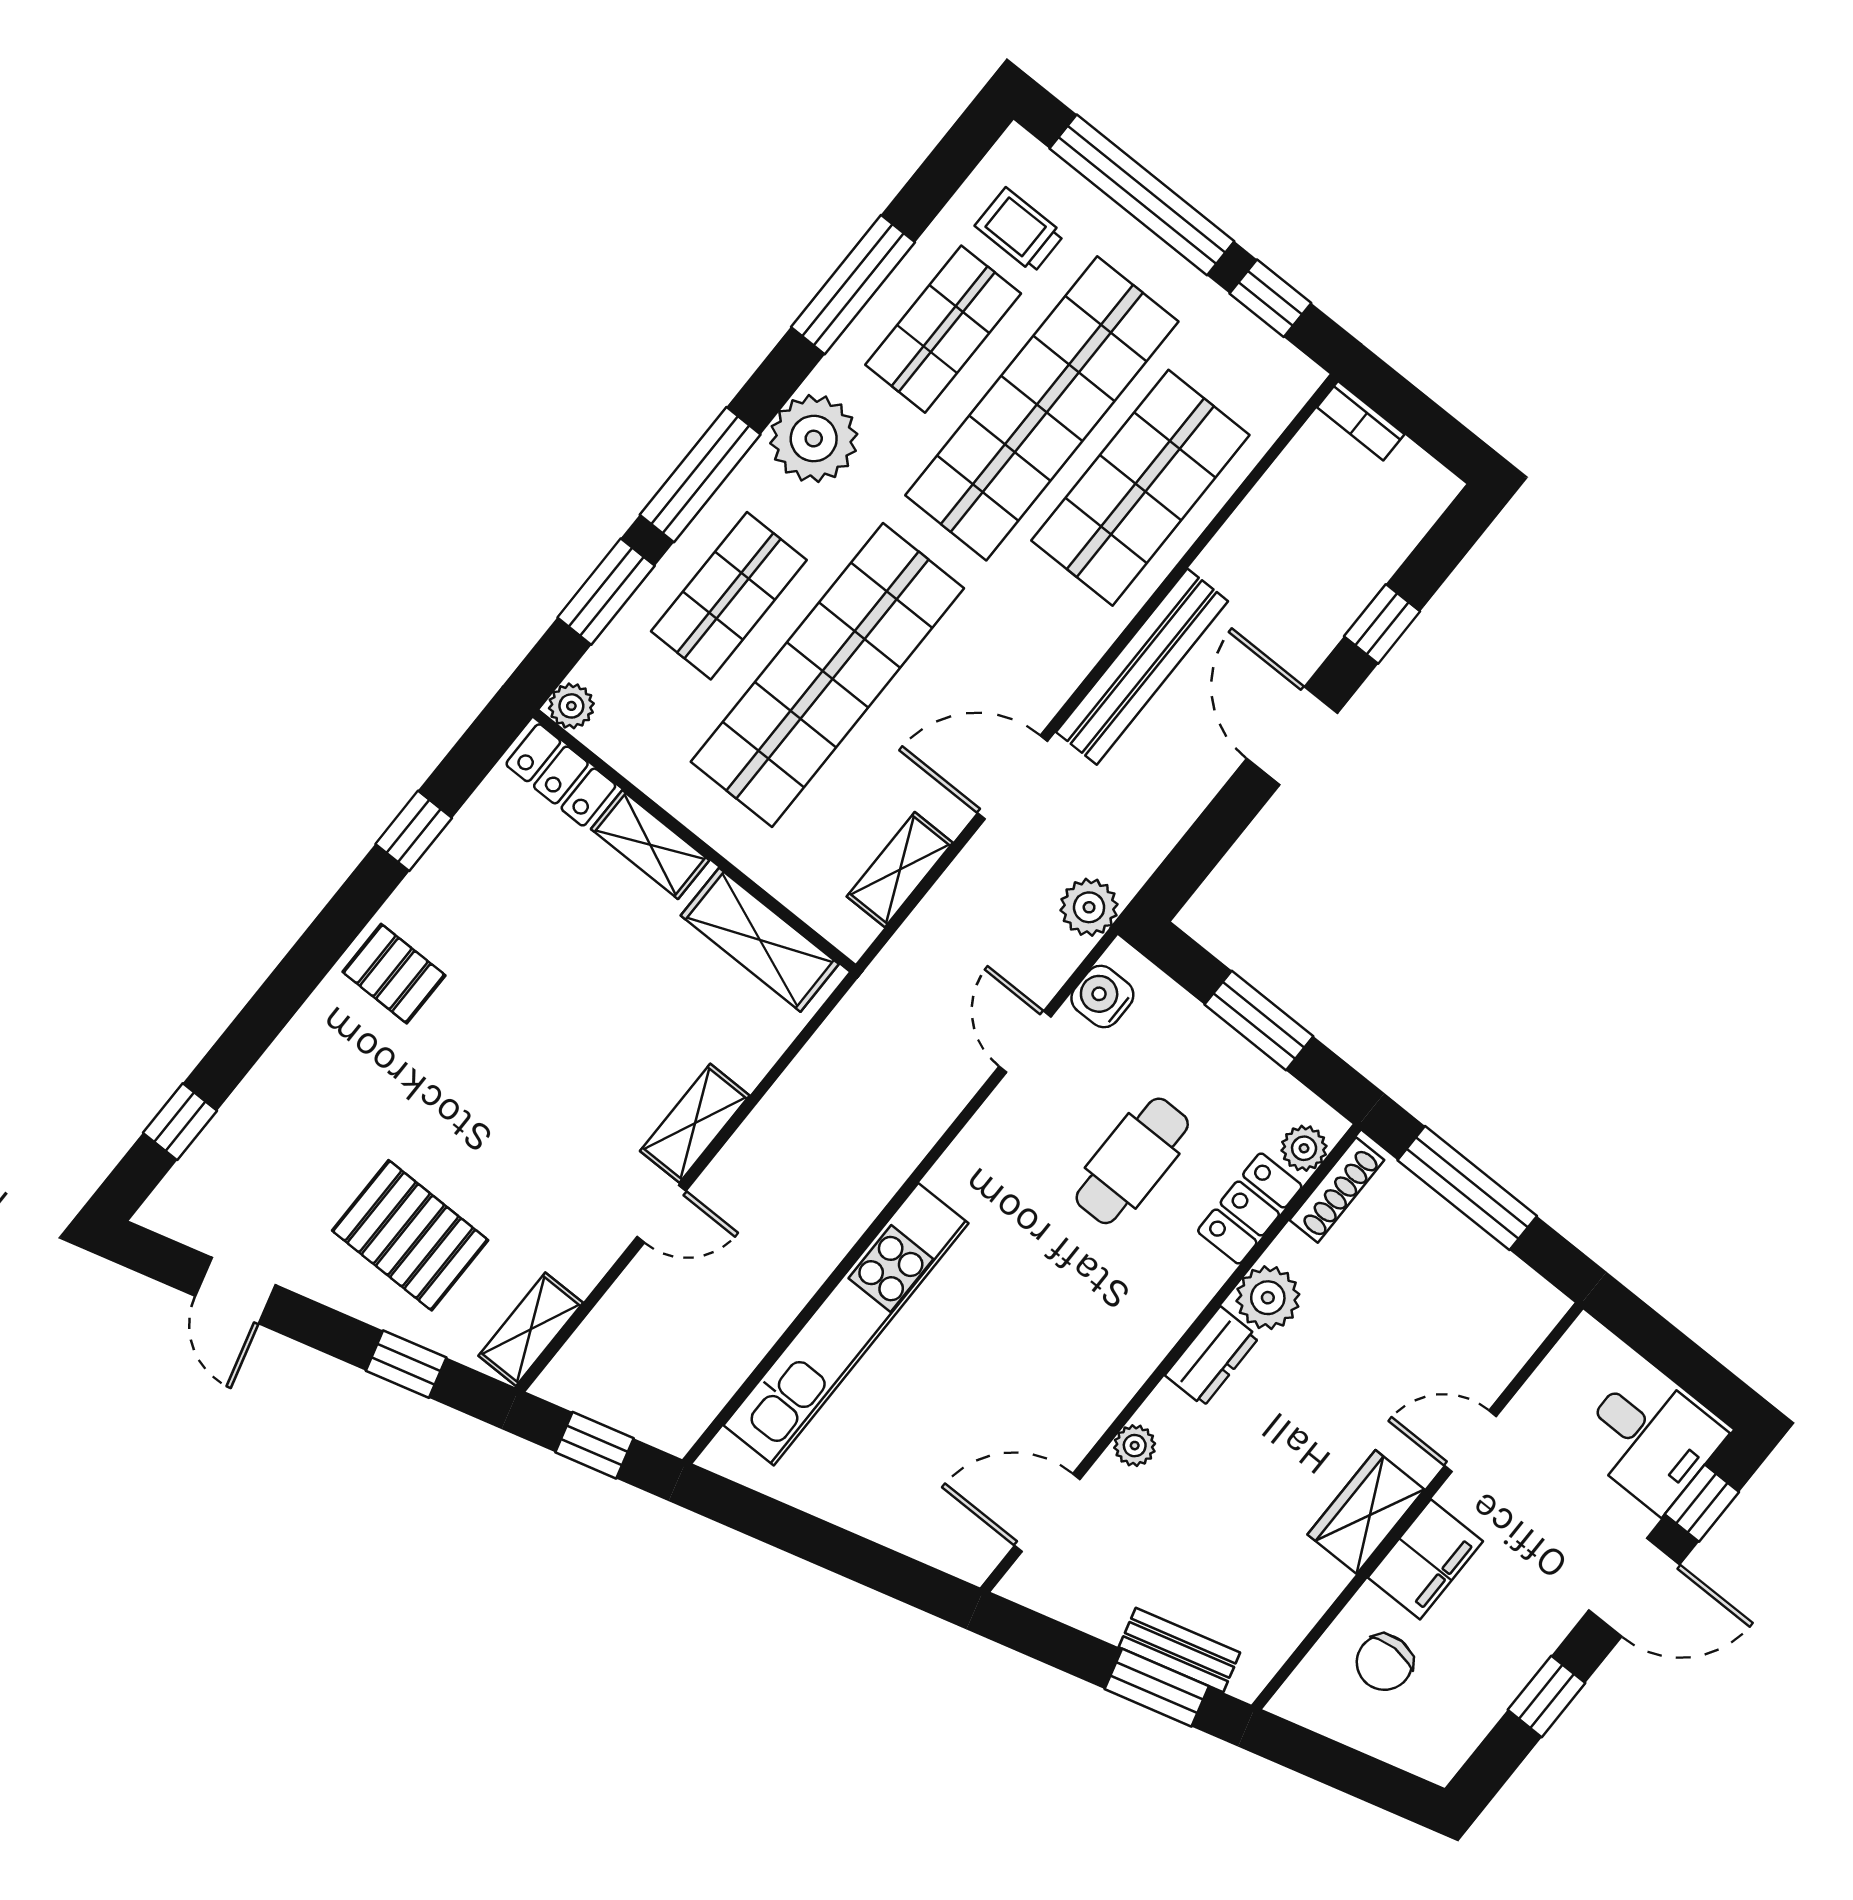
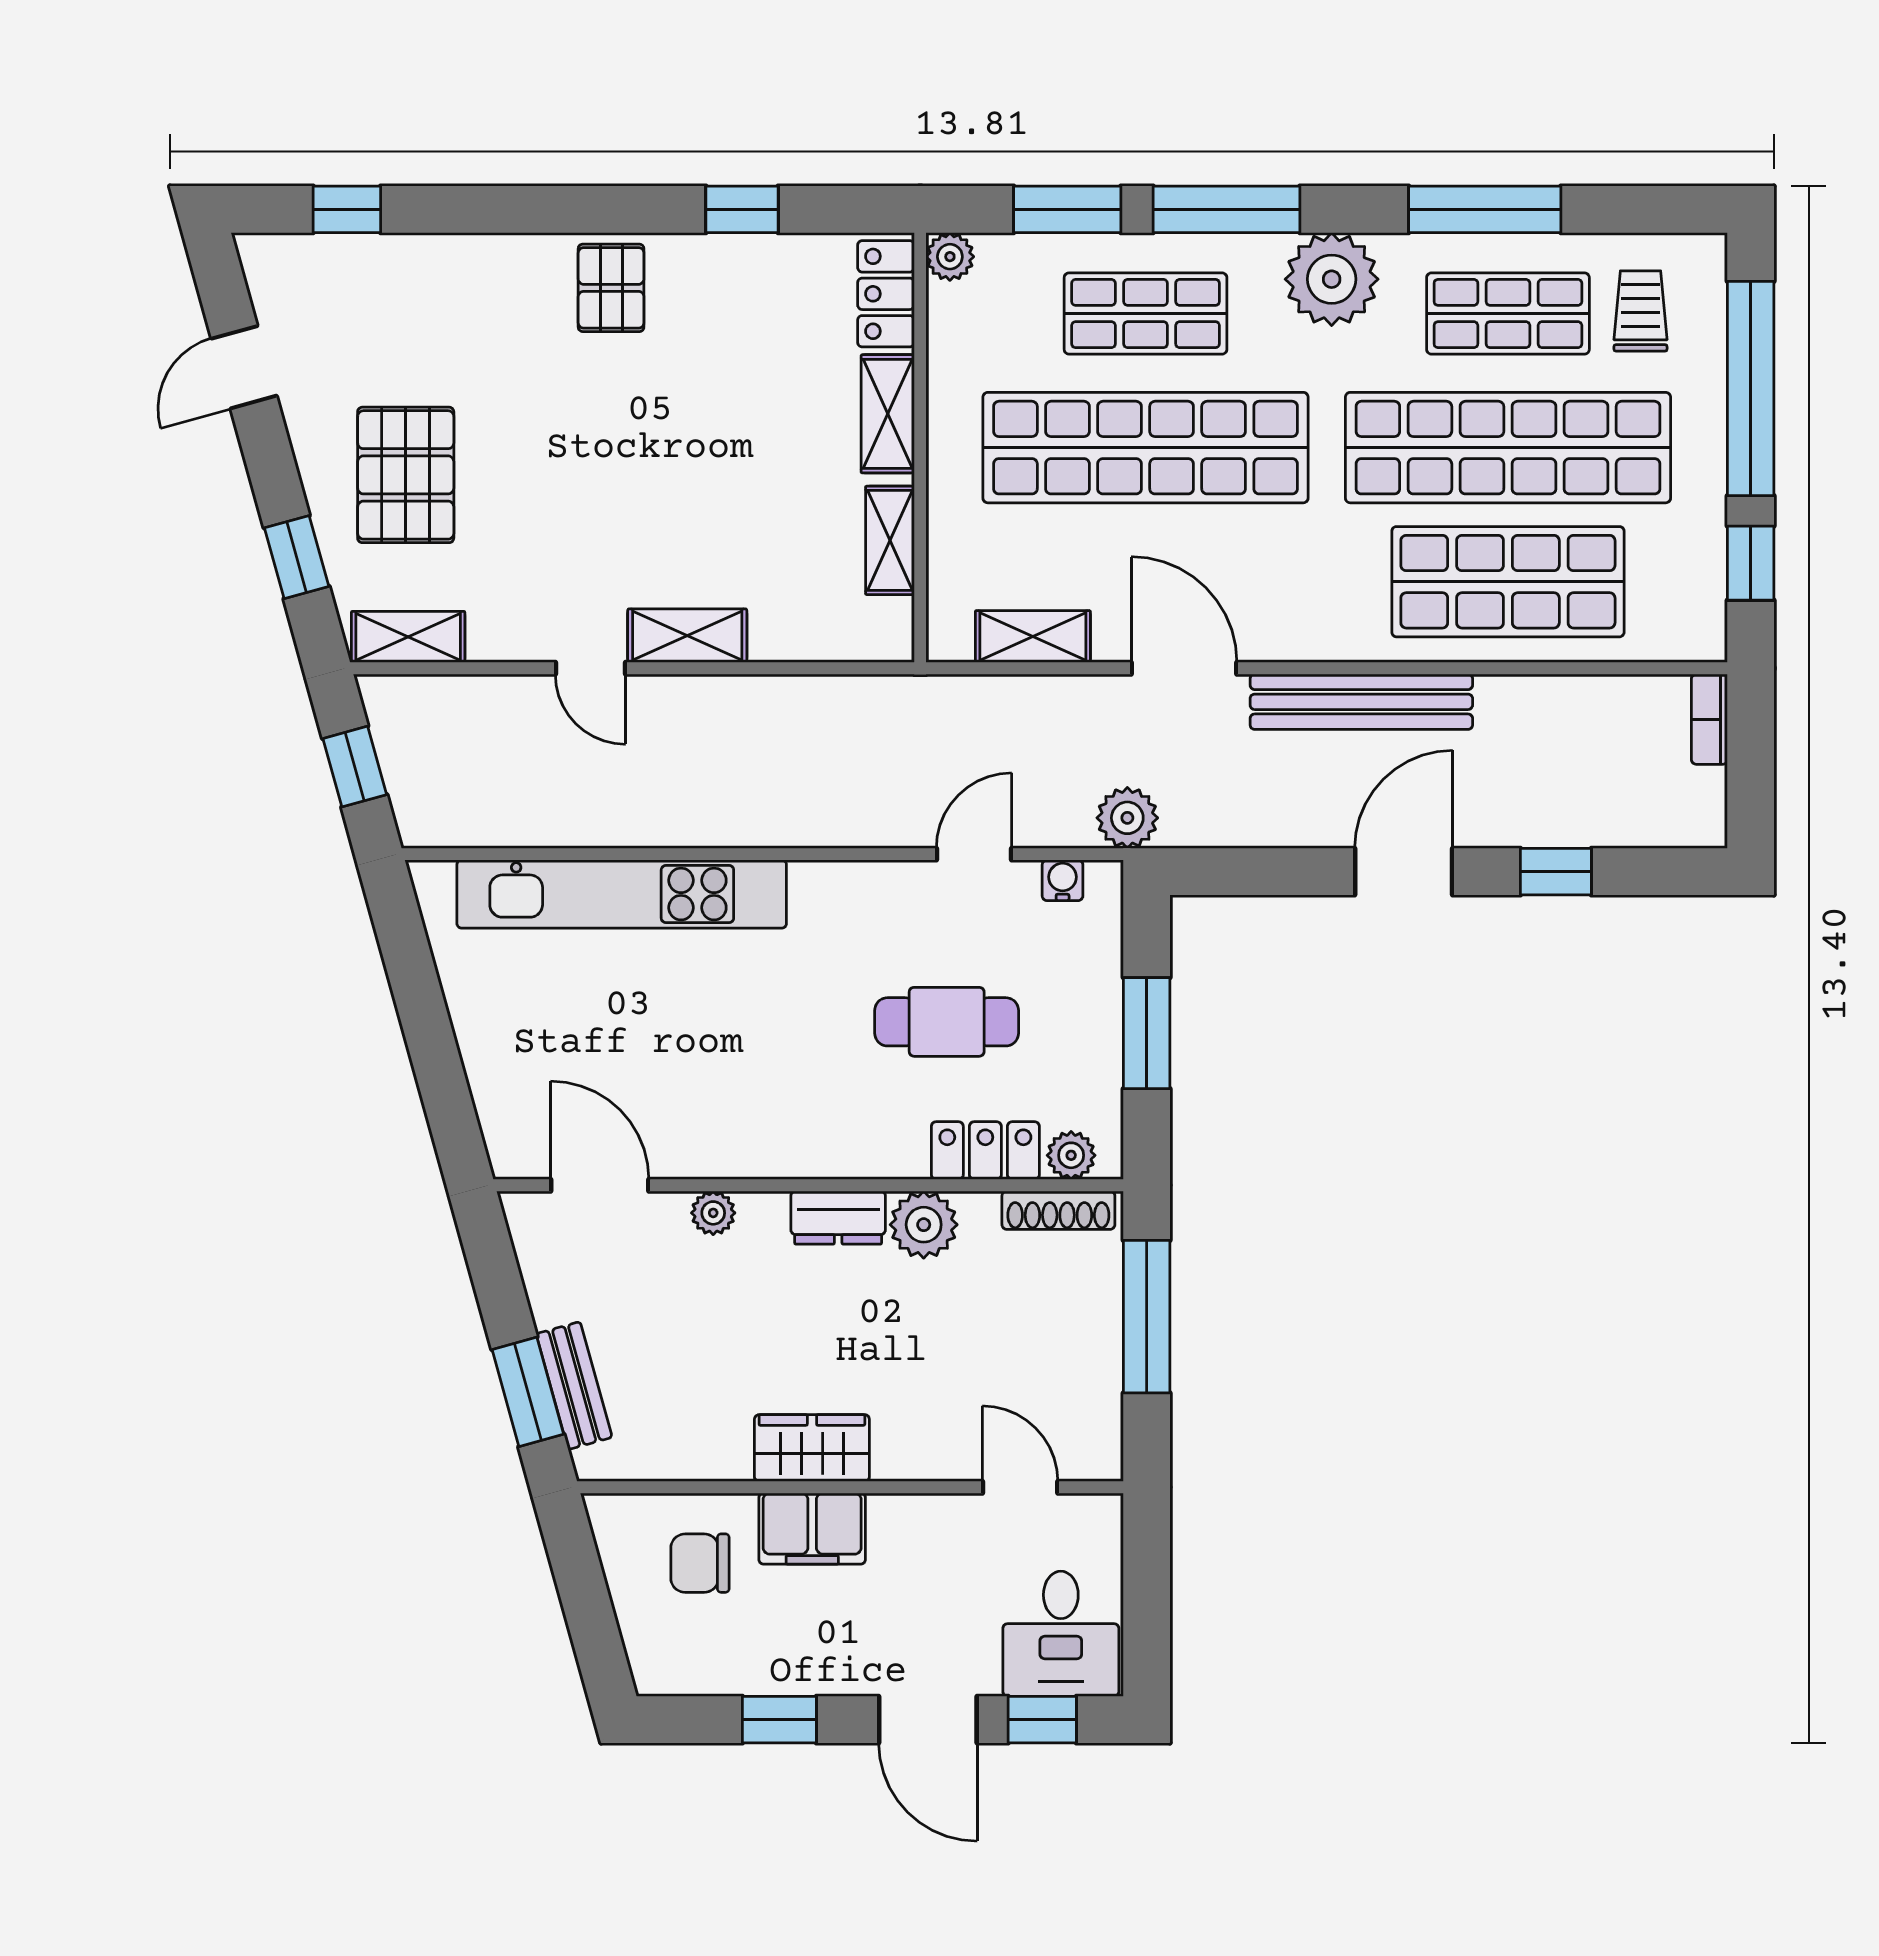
shelving: (760, 940) -> (890, 540), width x0.67, depth x0.75
water cooler: (1102, 996) -> (1063, 880), width x0.72, depth x0.72
door: (1470, 1441) -> (1020, 1487), moved

